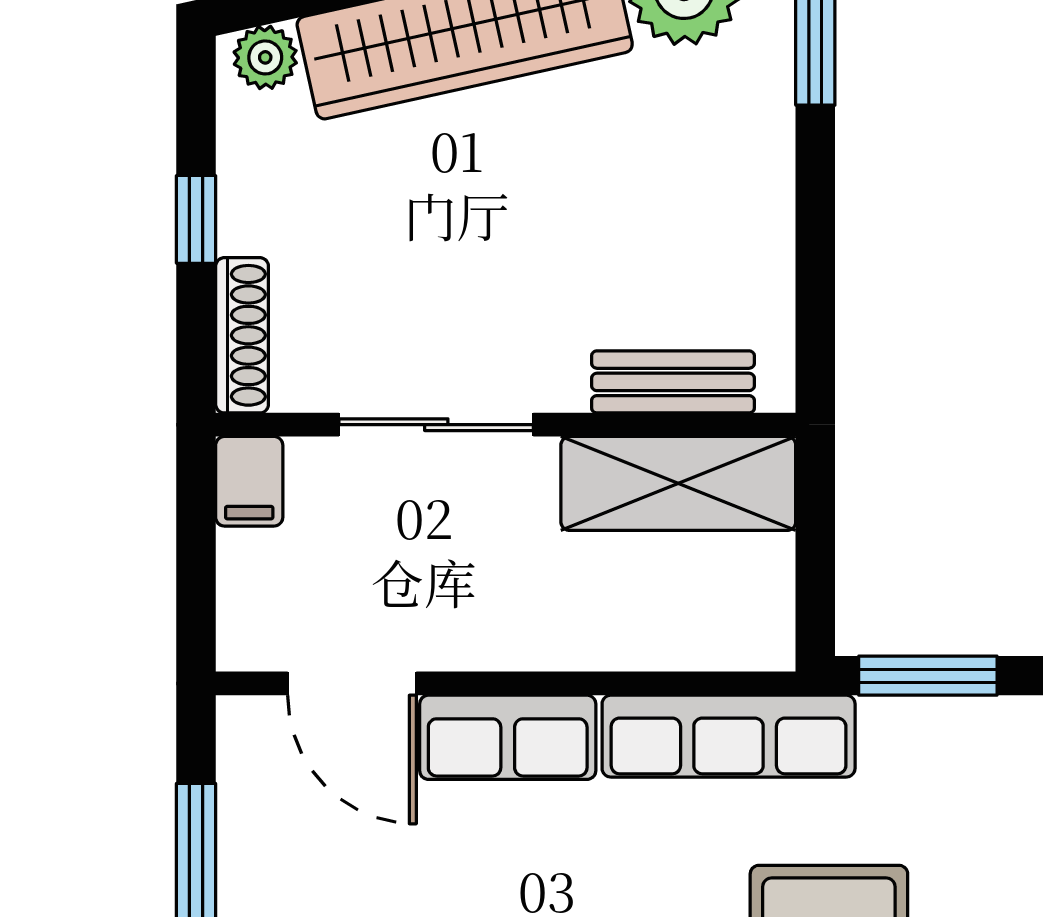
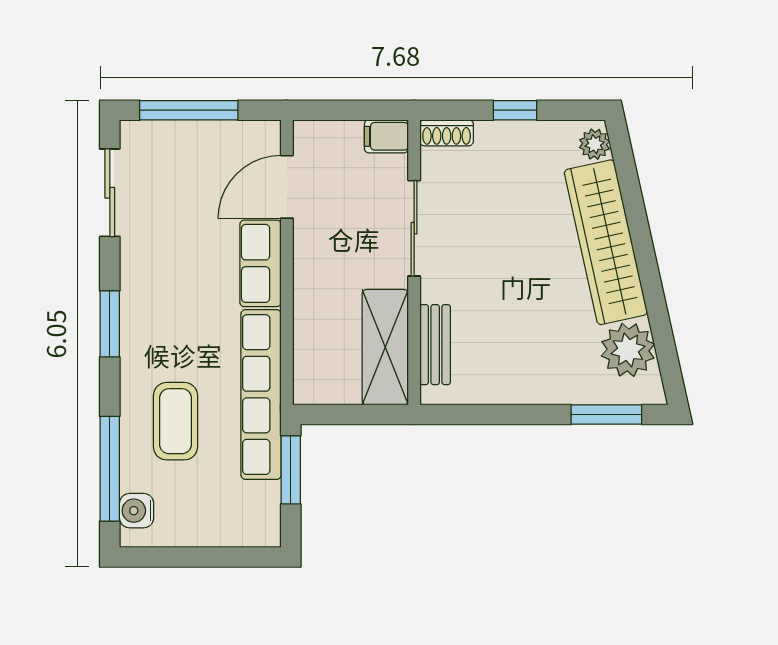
shoe rack: (242, 335) -> (447, 133), width x0.70
row of seats: (729, 736) -> (261, 395), width x1.36

